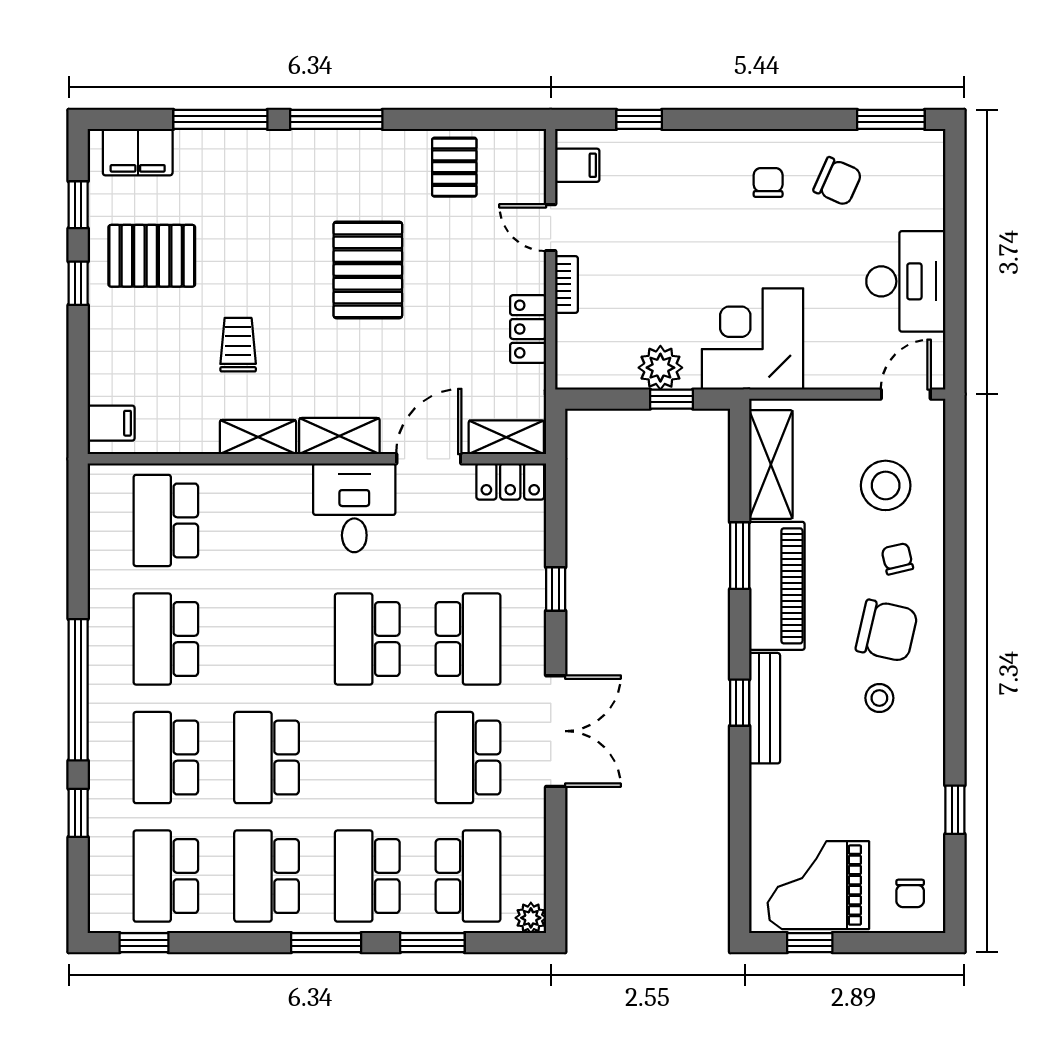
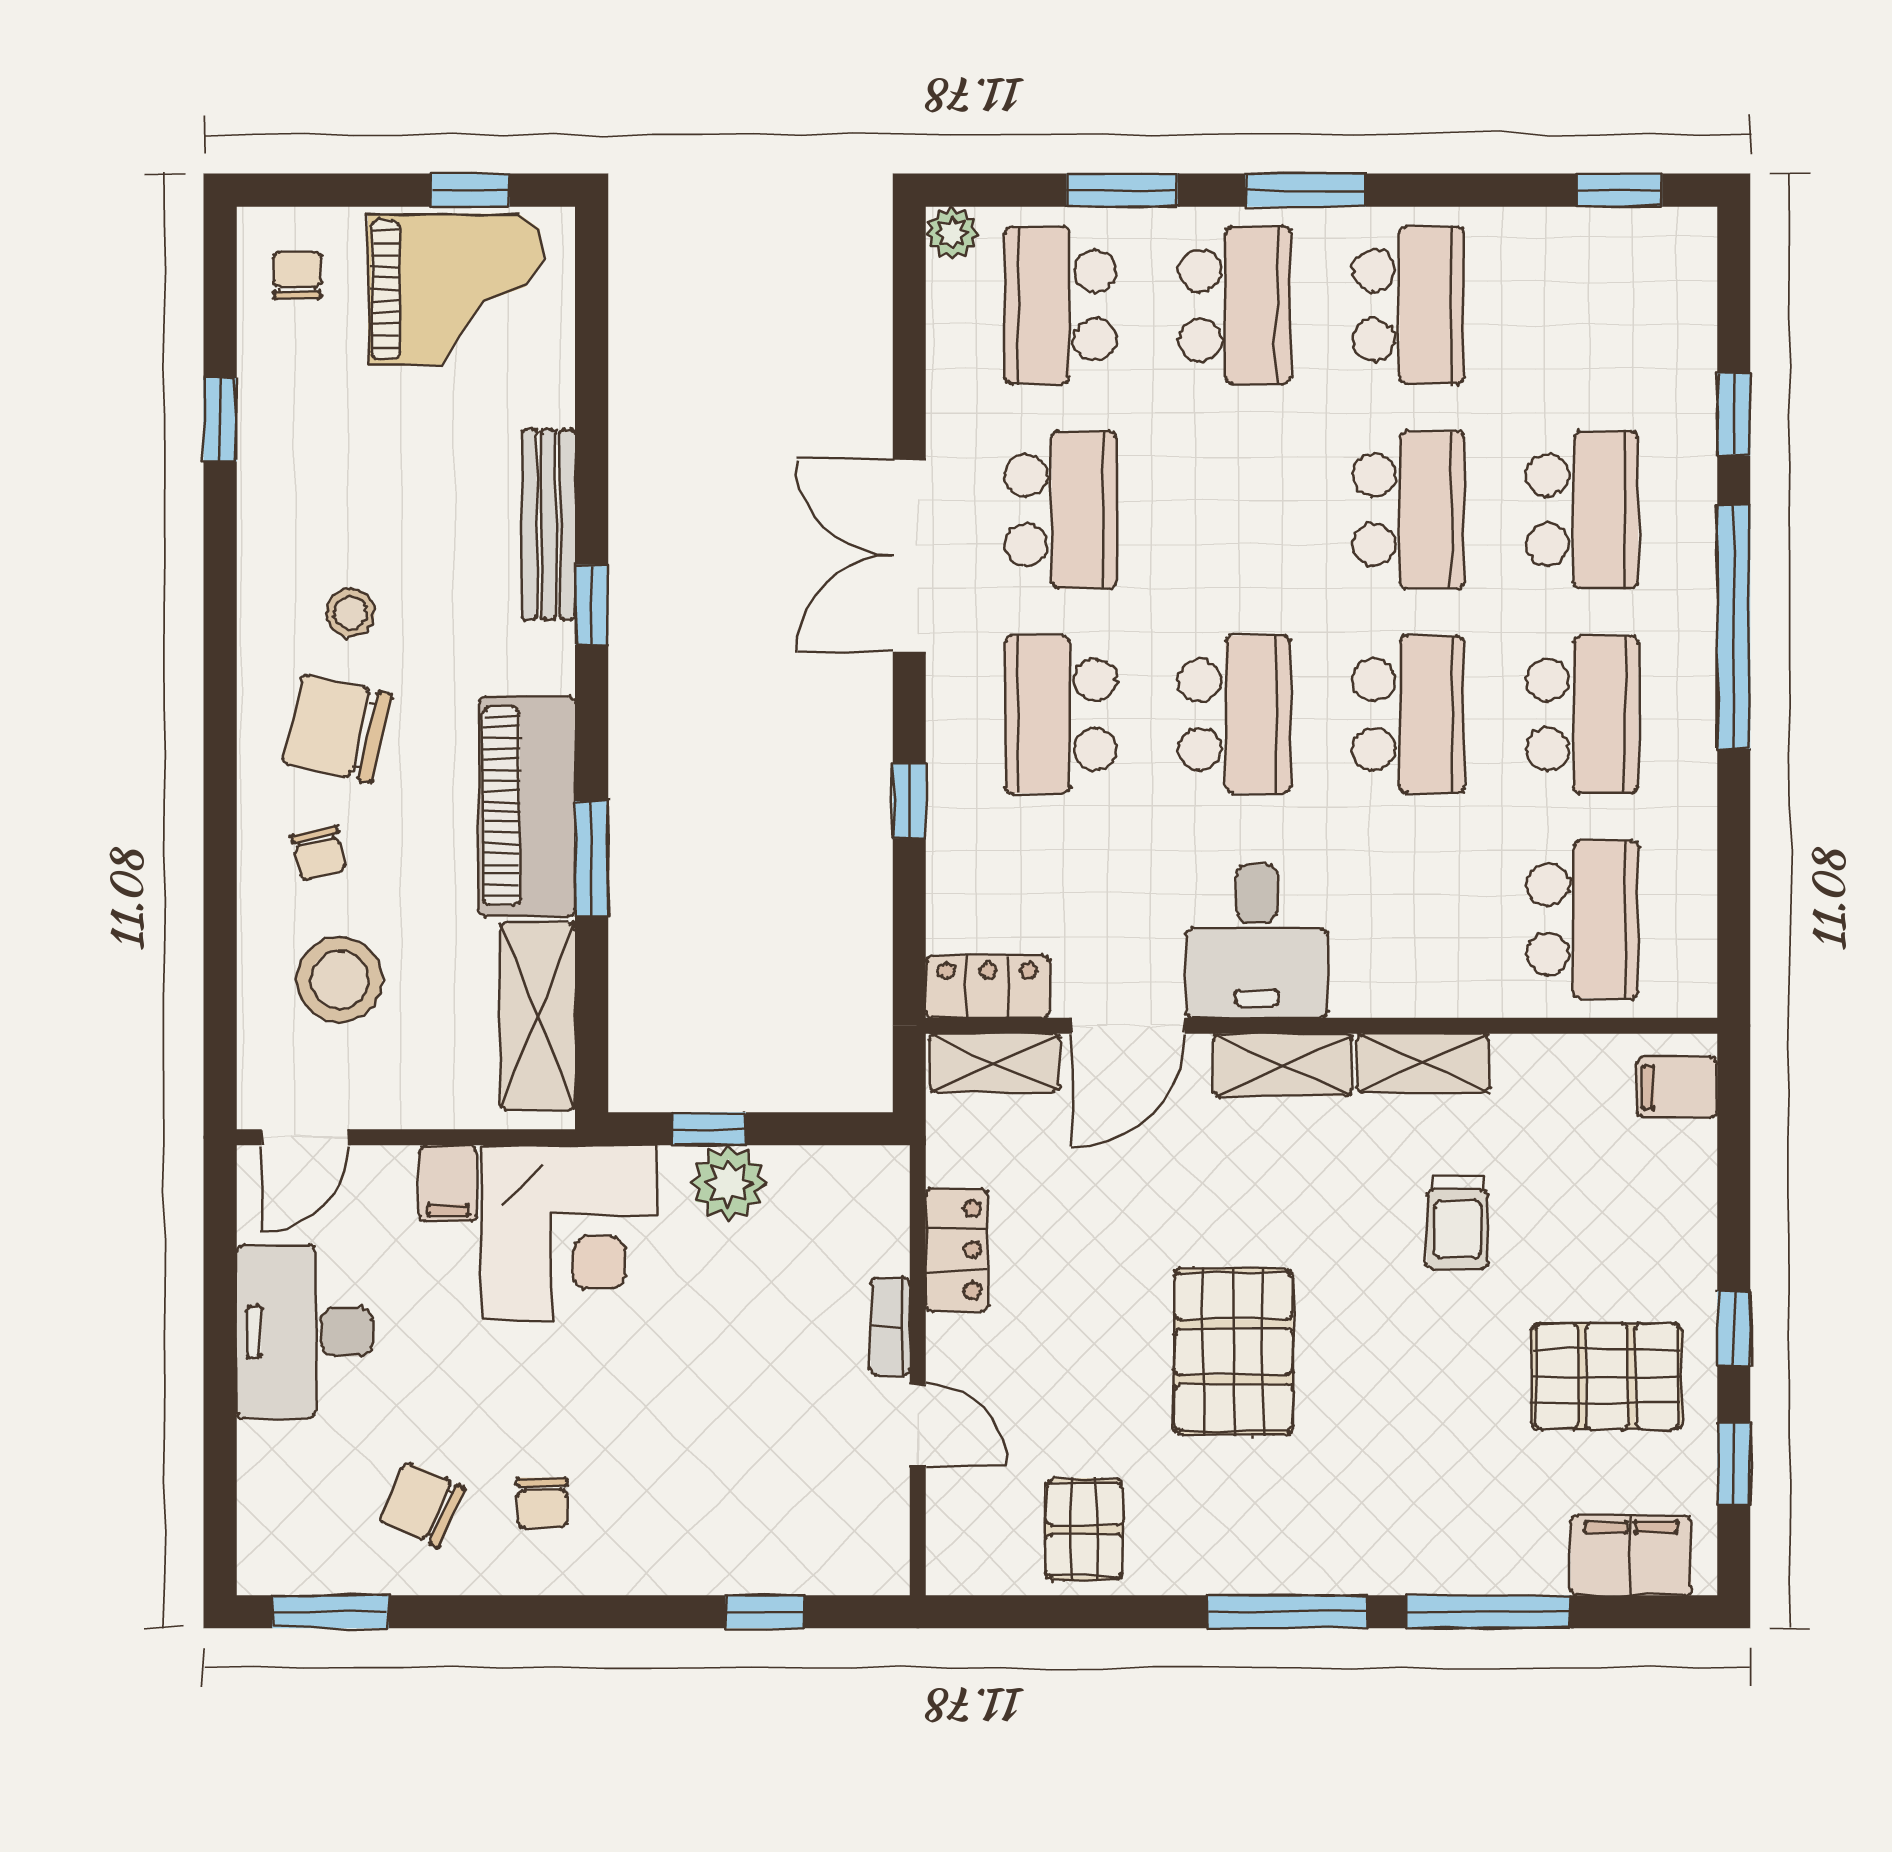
filing cabinet: (577, 165) -> (448, 1183), moved, turned -90
bench: (765, 708) -> (548, 524), moved
school desk: (166, 876) -> (1408, 714), moved

